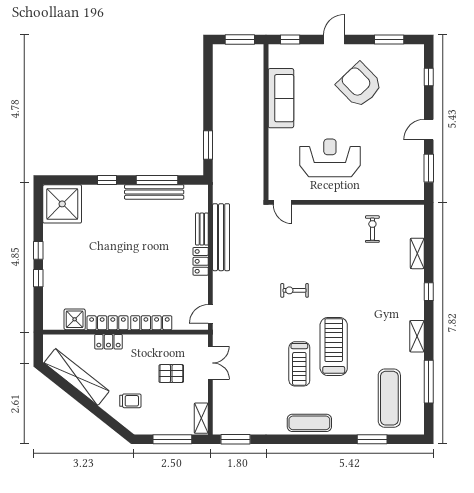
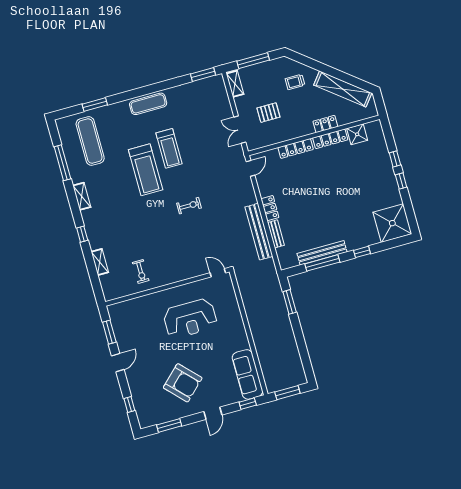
sofa: (281, 98) -> (247, 374), moved
treadmill: (299, 364) -> (169, 148), turned 180

